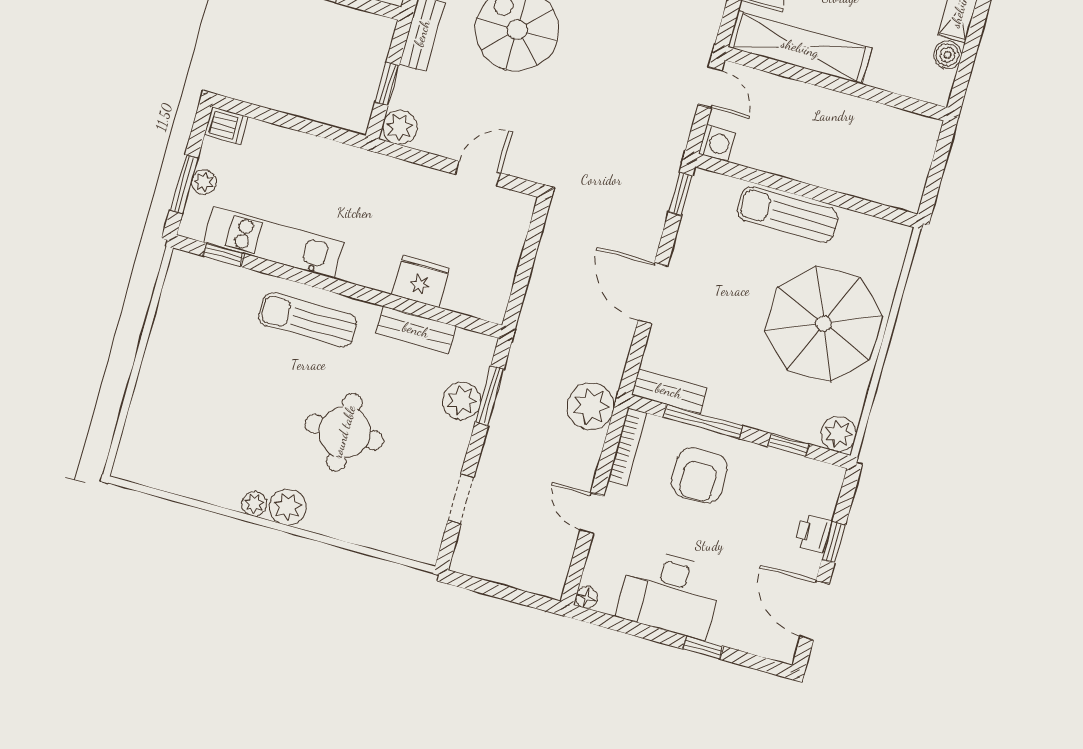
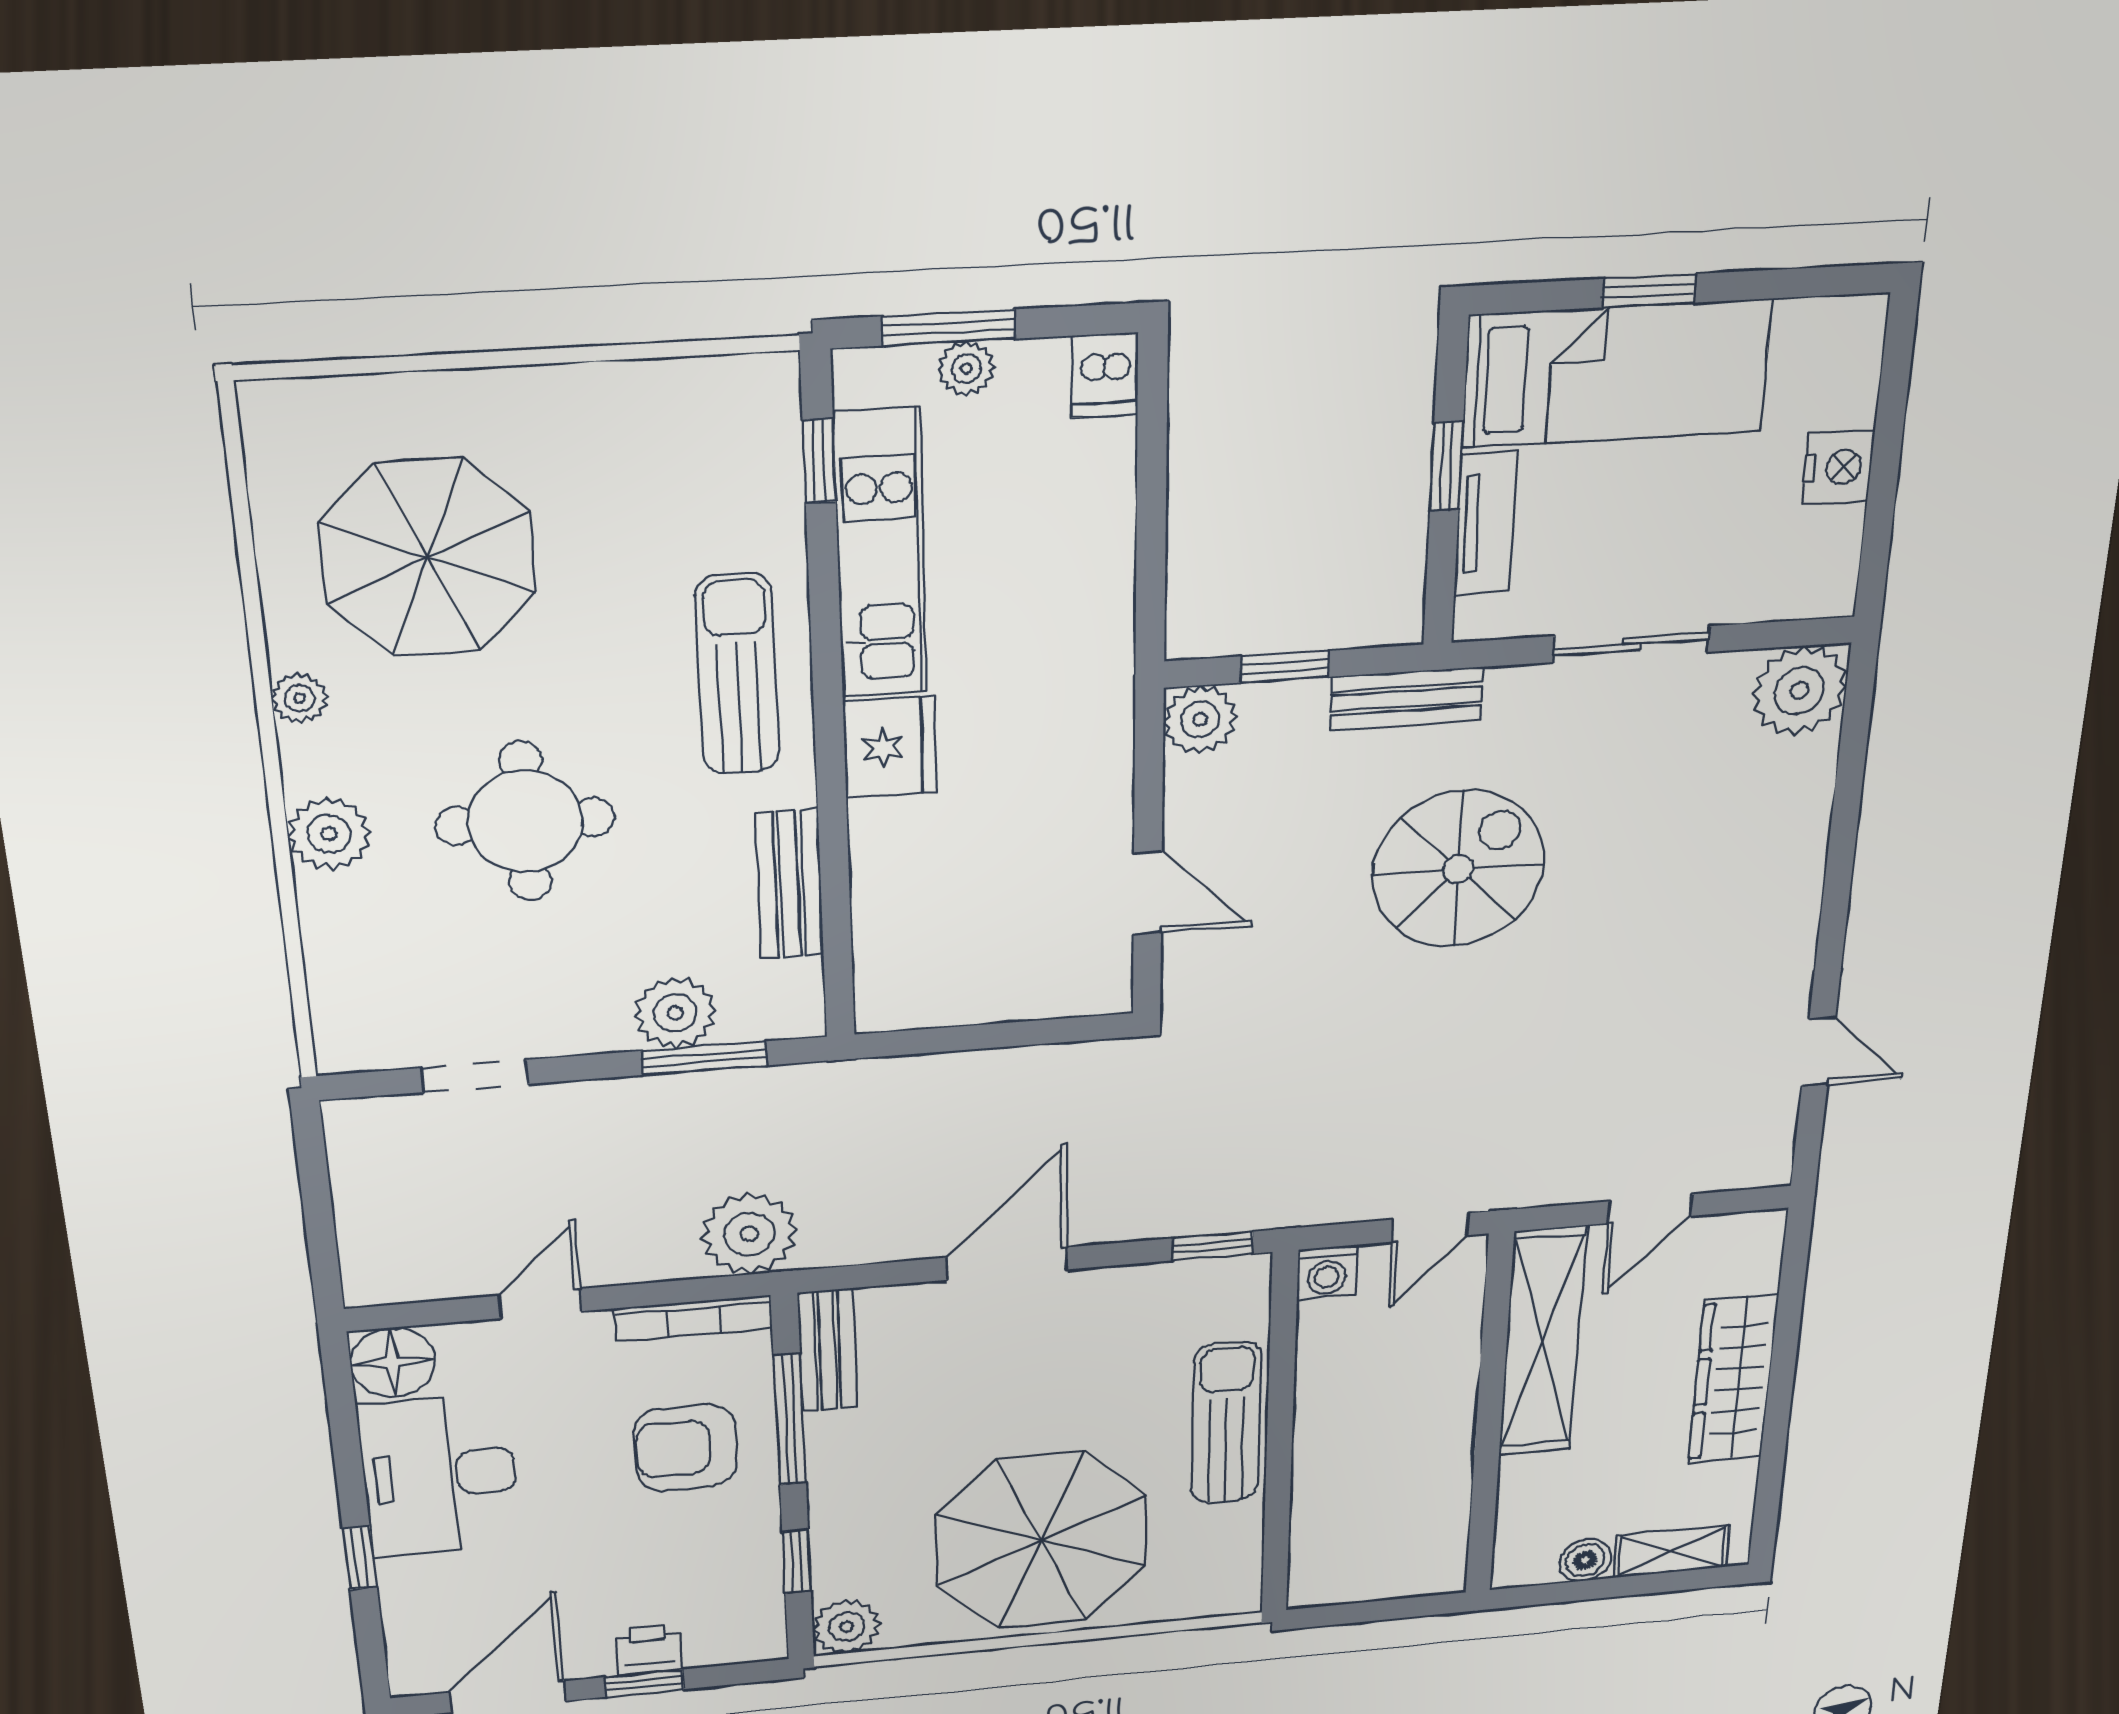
fridge: (421, 281) -> (890, 747), moved
parasol: (210, 428) -> (428, 557), added
plant: (288, 507) -> (329, 834), moved
floor lamp: (586, 597) -> (393, 1362), width x1.89, depth x1.89

